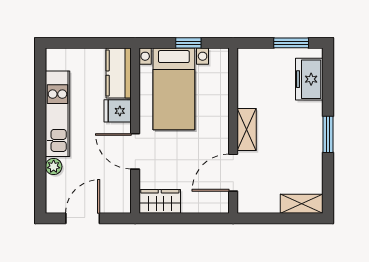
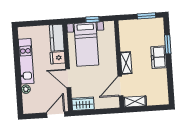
freezer: (309, 79) -> (159, 57), moved
window: (328, 134) -> (168, 44), moved
shelving: (302, 204) -> (135, 102), moved
door: (83, 218) -> (56, 115), moved

